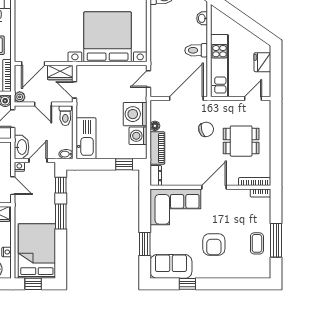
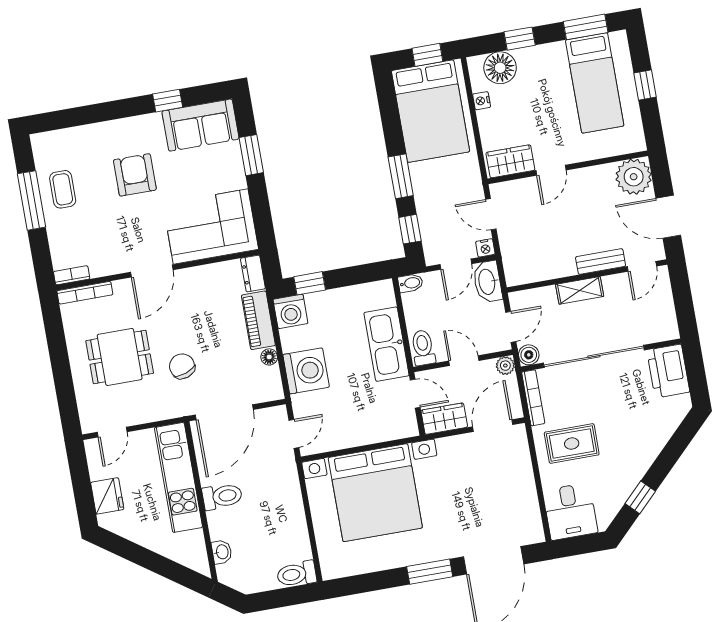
chair: (206, 129) -> (182, 366), turned 87
washing machine: (138, 136) -> (290, 311), moved, turned 90
kitchen sink: (86, 138) -> (387, 344), moved

